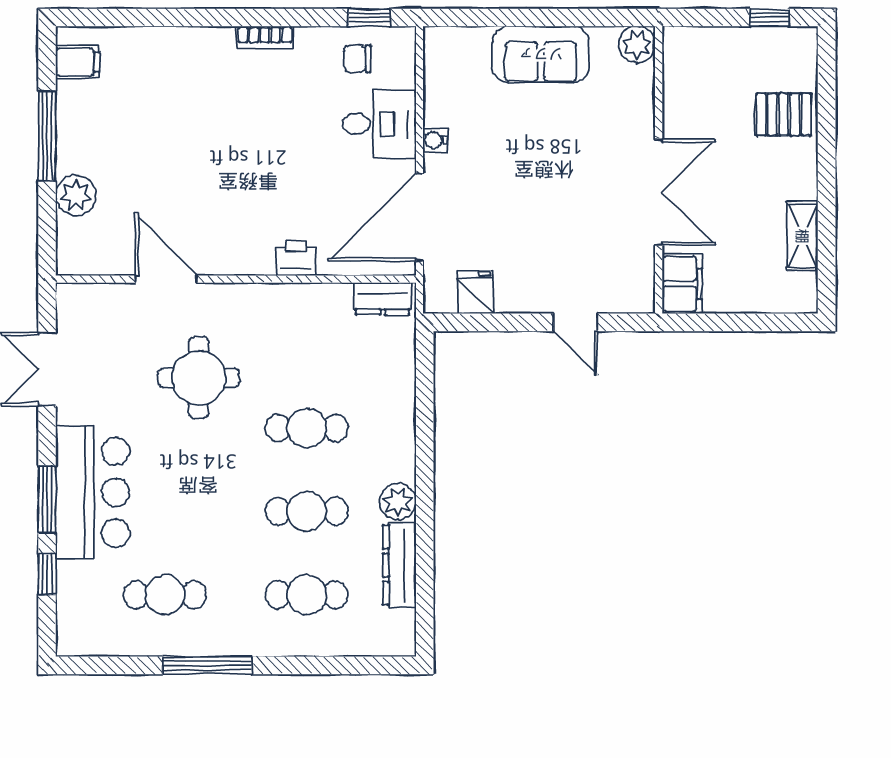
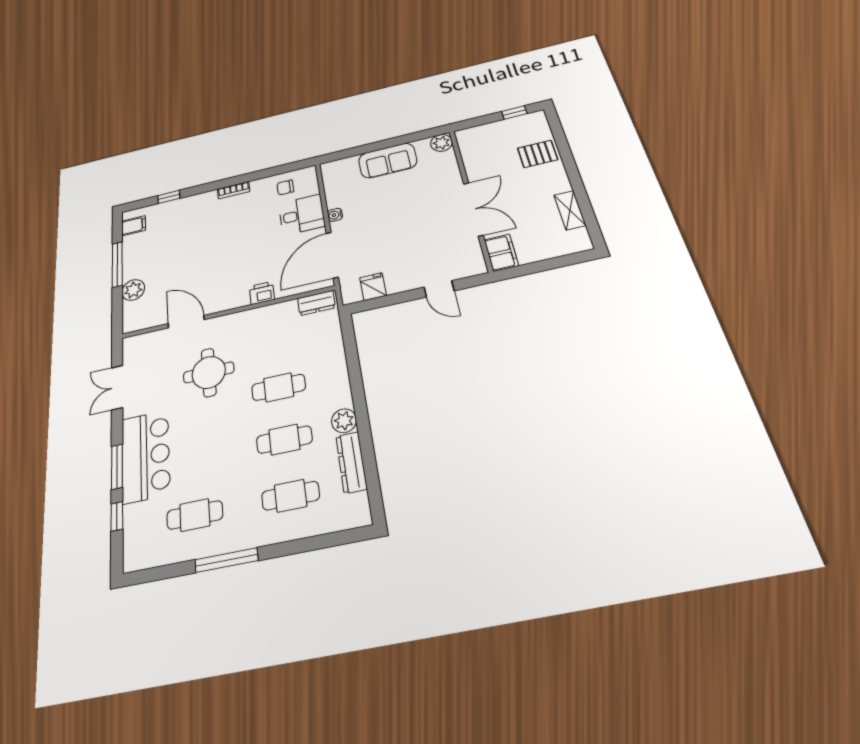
window: (369, 17) -> (169, 197), moved

